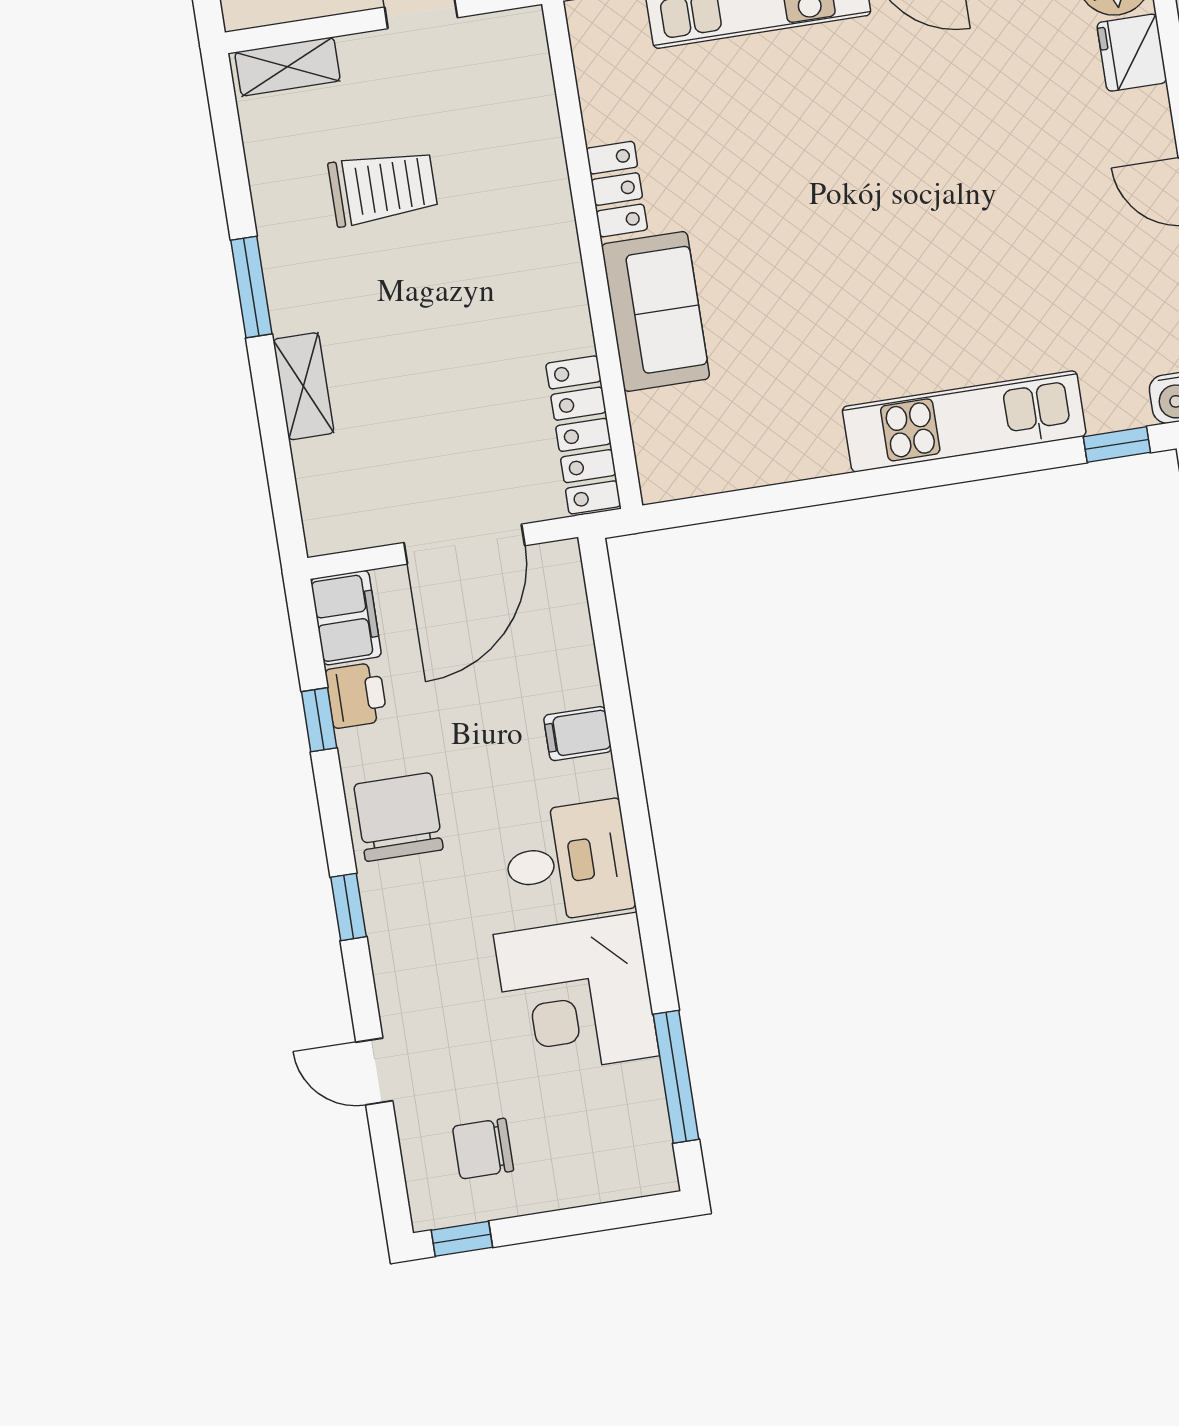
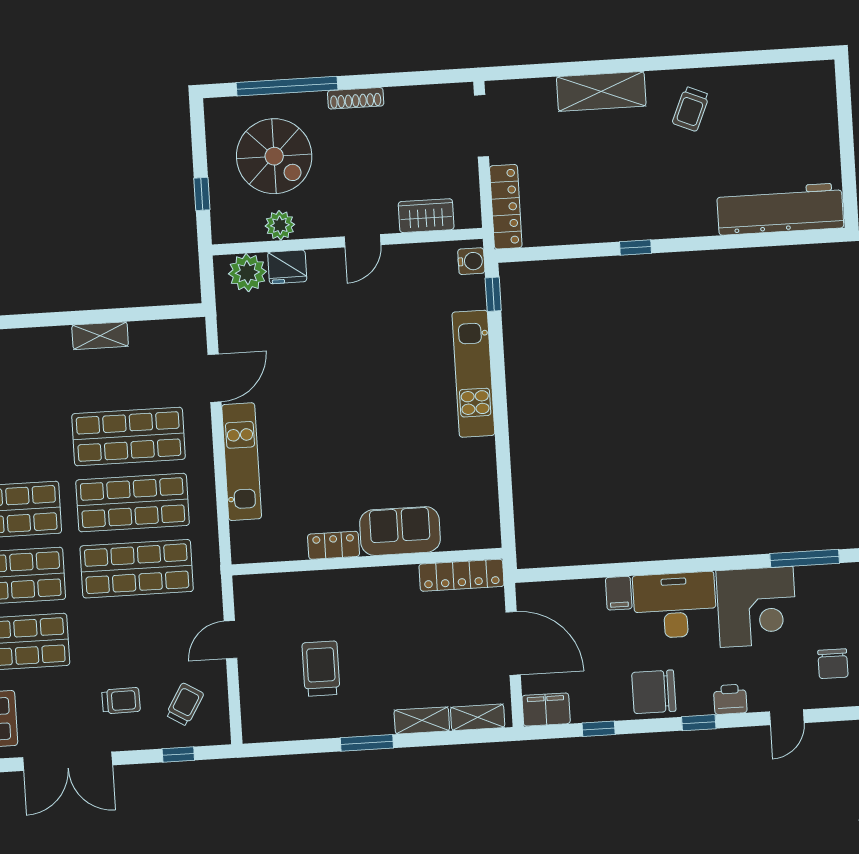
shelving: (288, 67) -> (478, 717), moved, turned 90
printer: (356, 695) -> (730, 699), moved
desk: (568, 862) -> (675, 605), width x1.37

